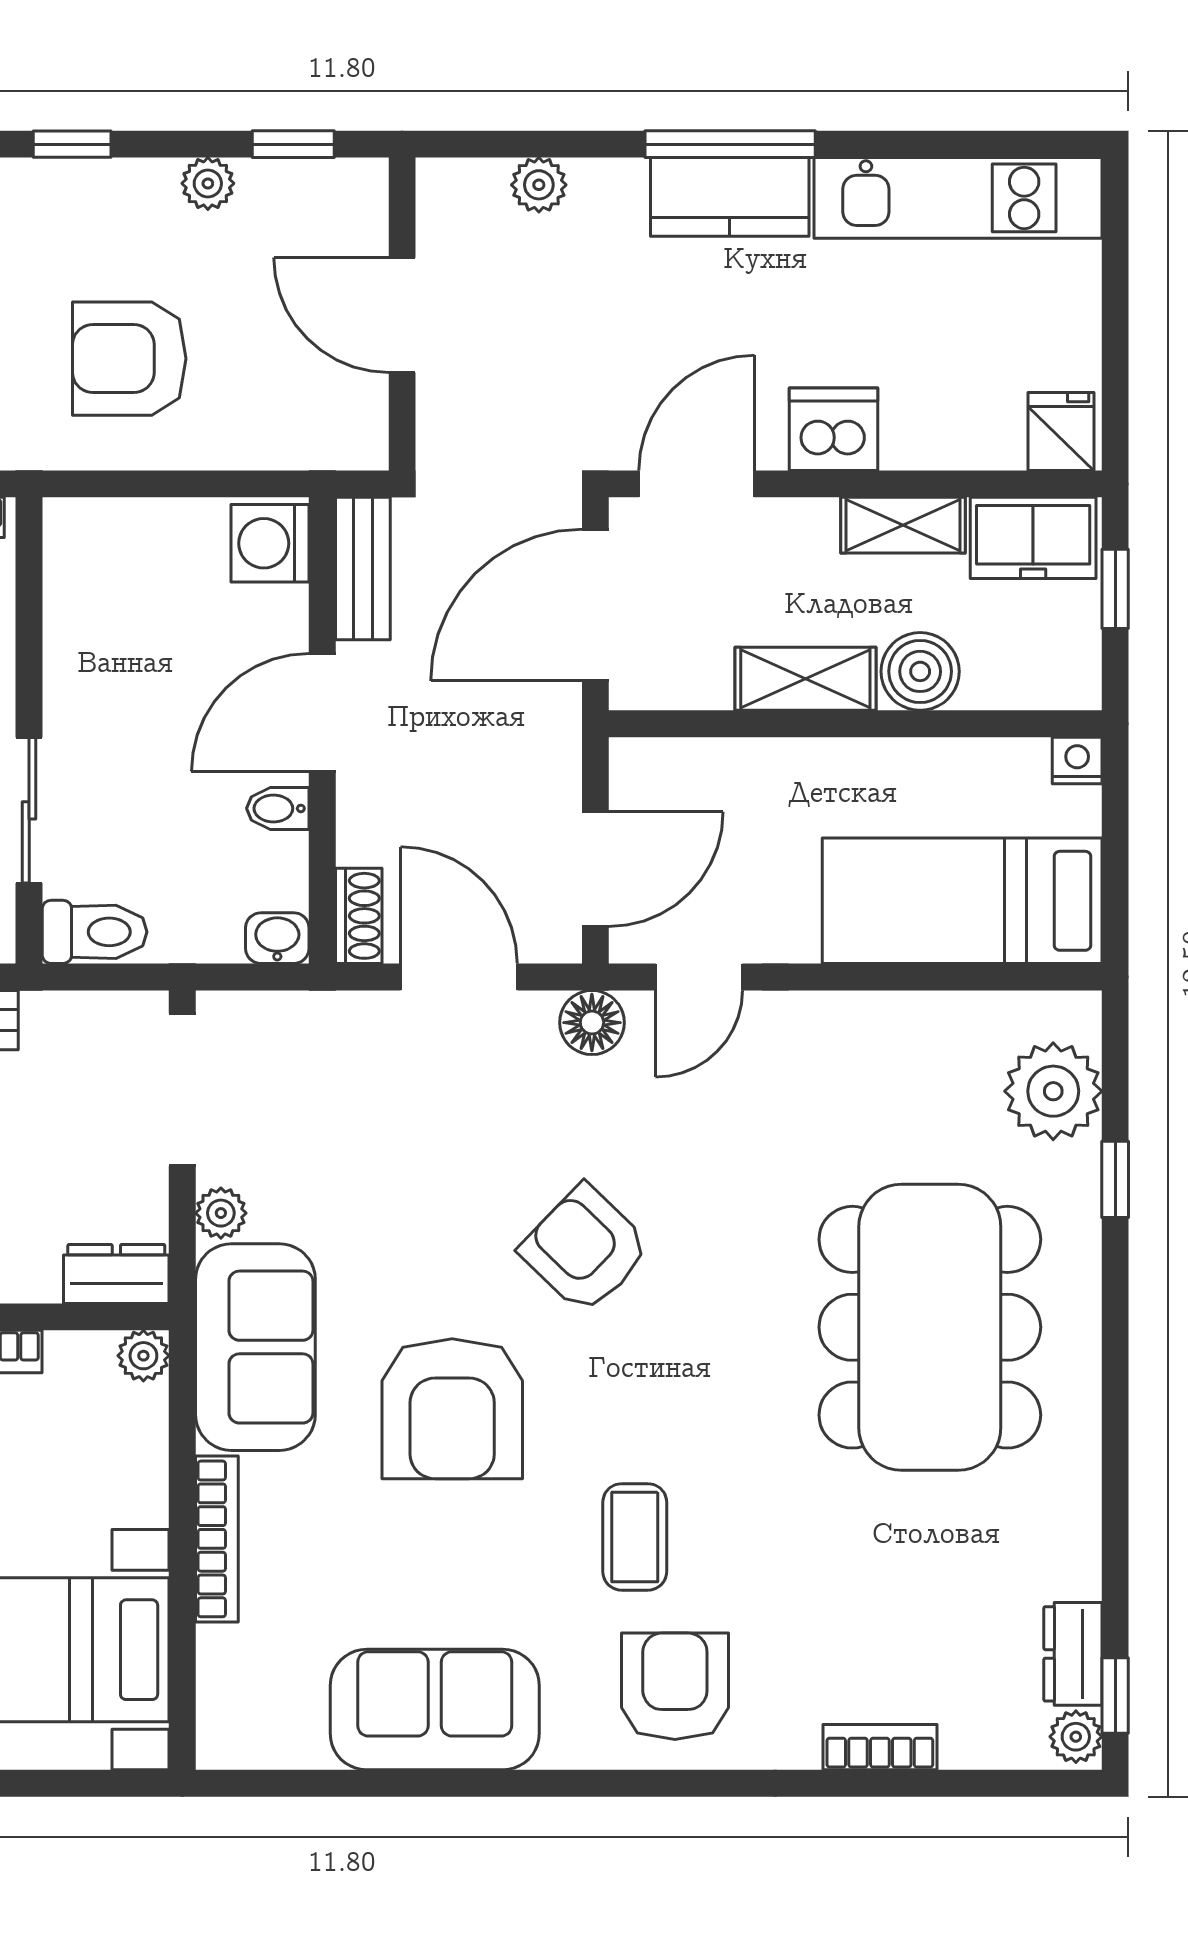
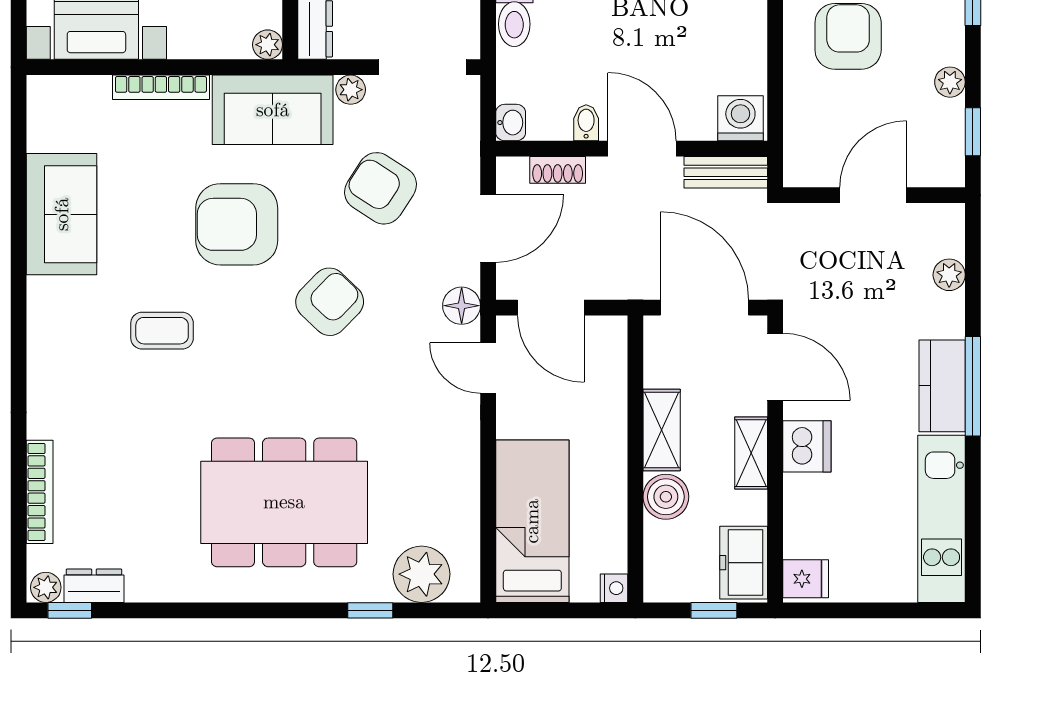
shelving: (903, 525) -> (751, 453), moved
shoe rack: (359, 916) -> (558, 170), moved
armchair: (675, 1686) -> (380, 188), moved, turned -147
bookcase: (880, 1747) -> (40, 492), width x1.56

